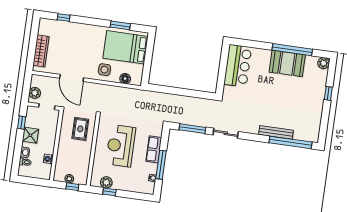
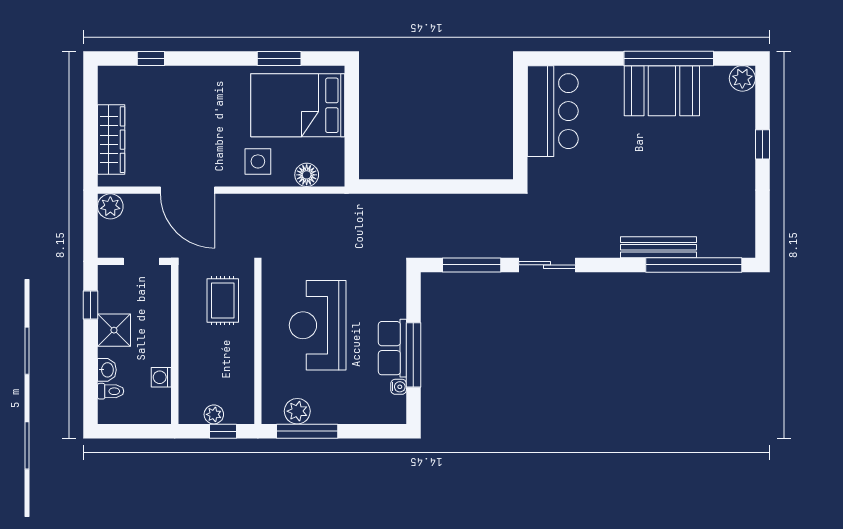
plant: (35, 93) -> (110, 206), moved
row of seats: (154, 149) -> (392, 348), moved
window: (109, 192) -> (307, 431), width x2.17

